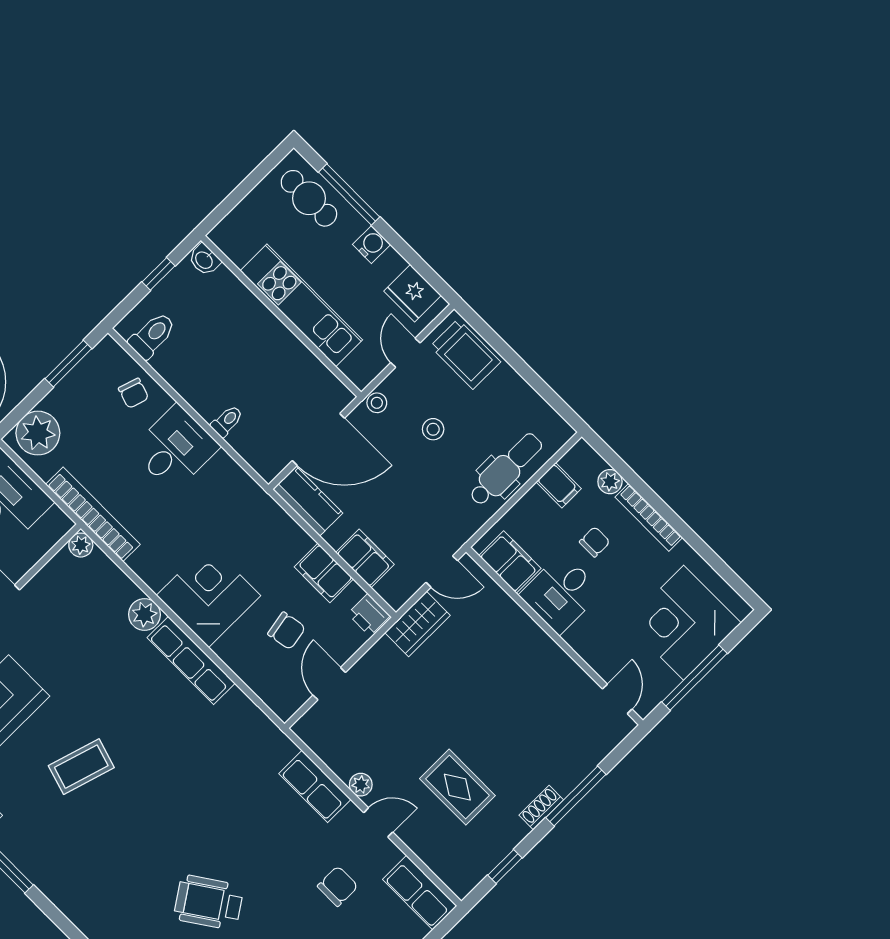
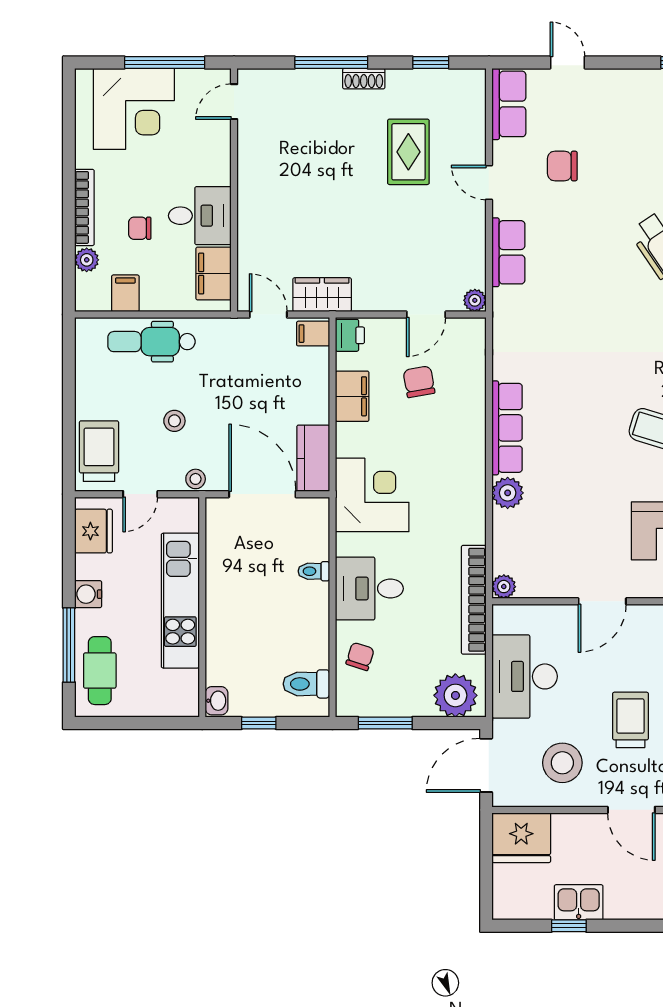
filing cabinet: (365, 558) -> (313, 334), moved, width x0.50
corner desk: (208, 596) -> (372, 495), moved, turned 180
plant: (361, 785) -> (475, 300), moved

